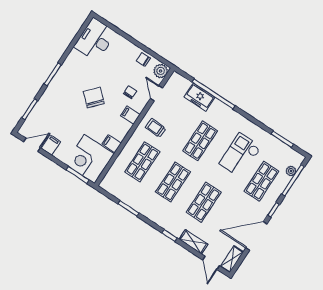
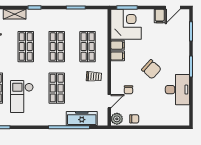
desk: (95, 40) -> (177, 90), moved
door: (157, 93) -> (109, 101), hinge flipped
freezer: (199, 97) -> (82, 119), width x1.40
filing cabinet: (130, 115) -> (118, 56), moved
checkout: (240, 155) -> (22, 97), turned 180

